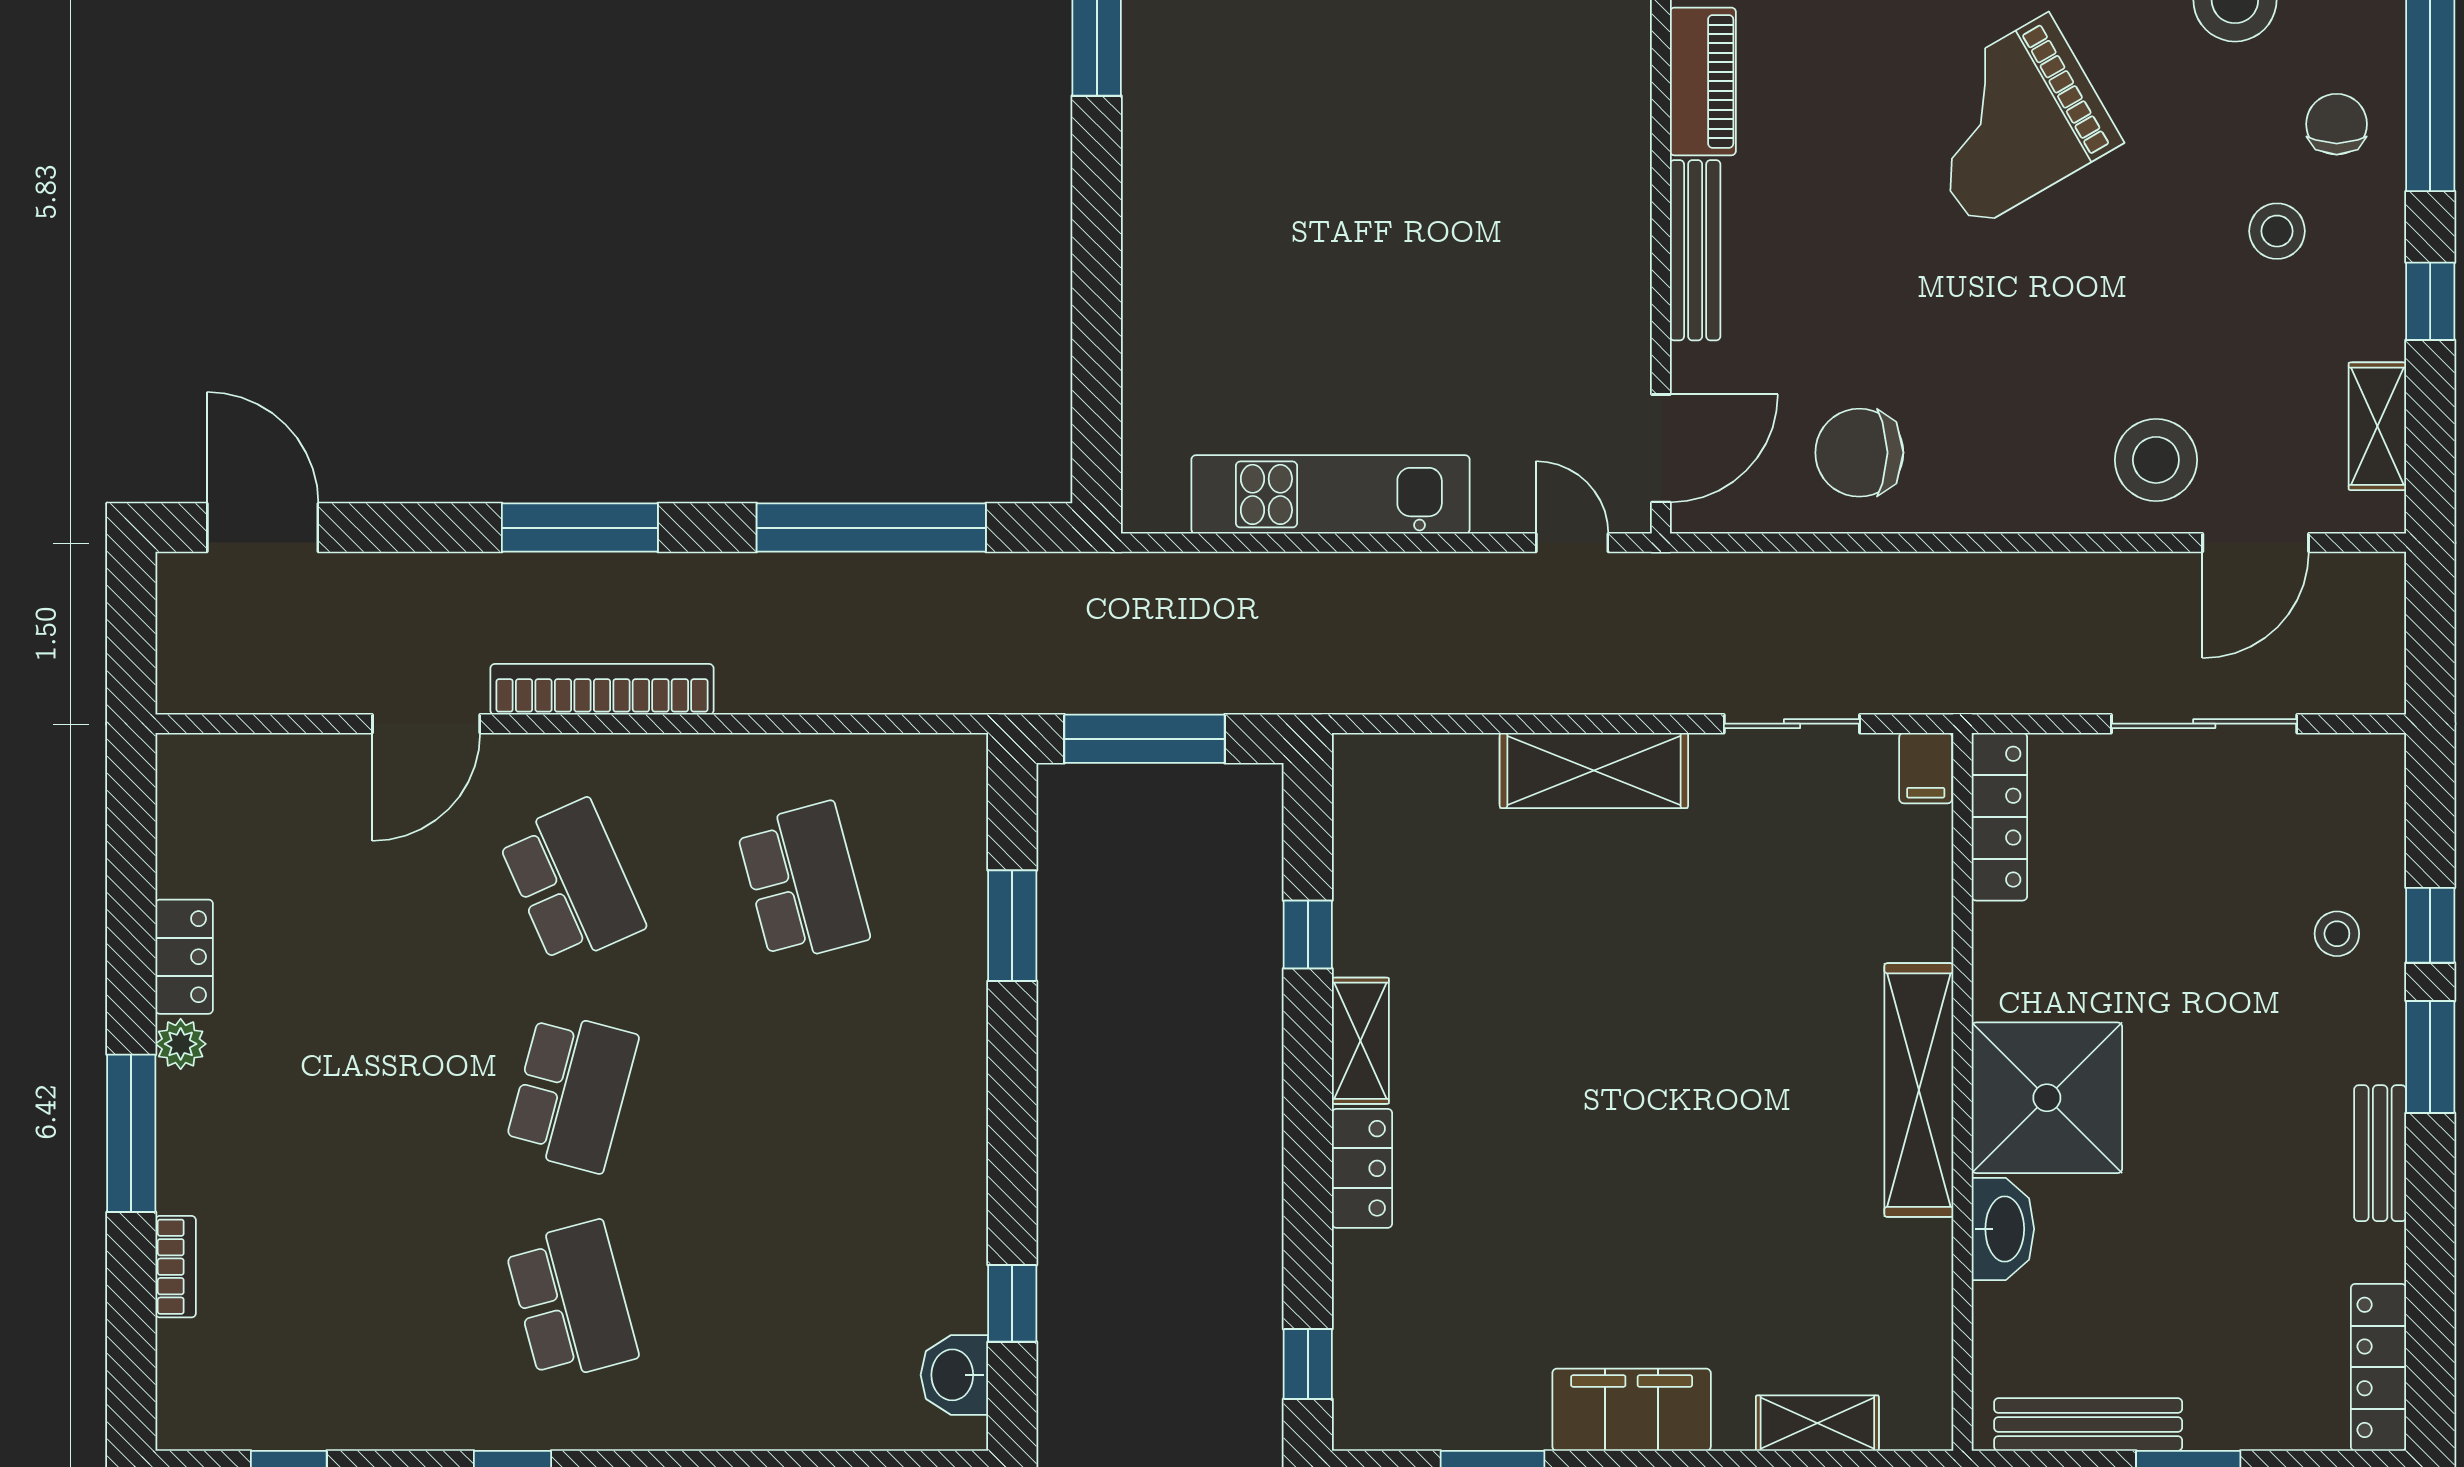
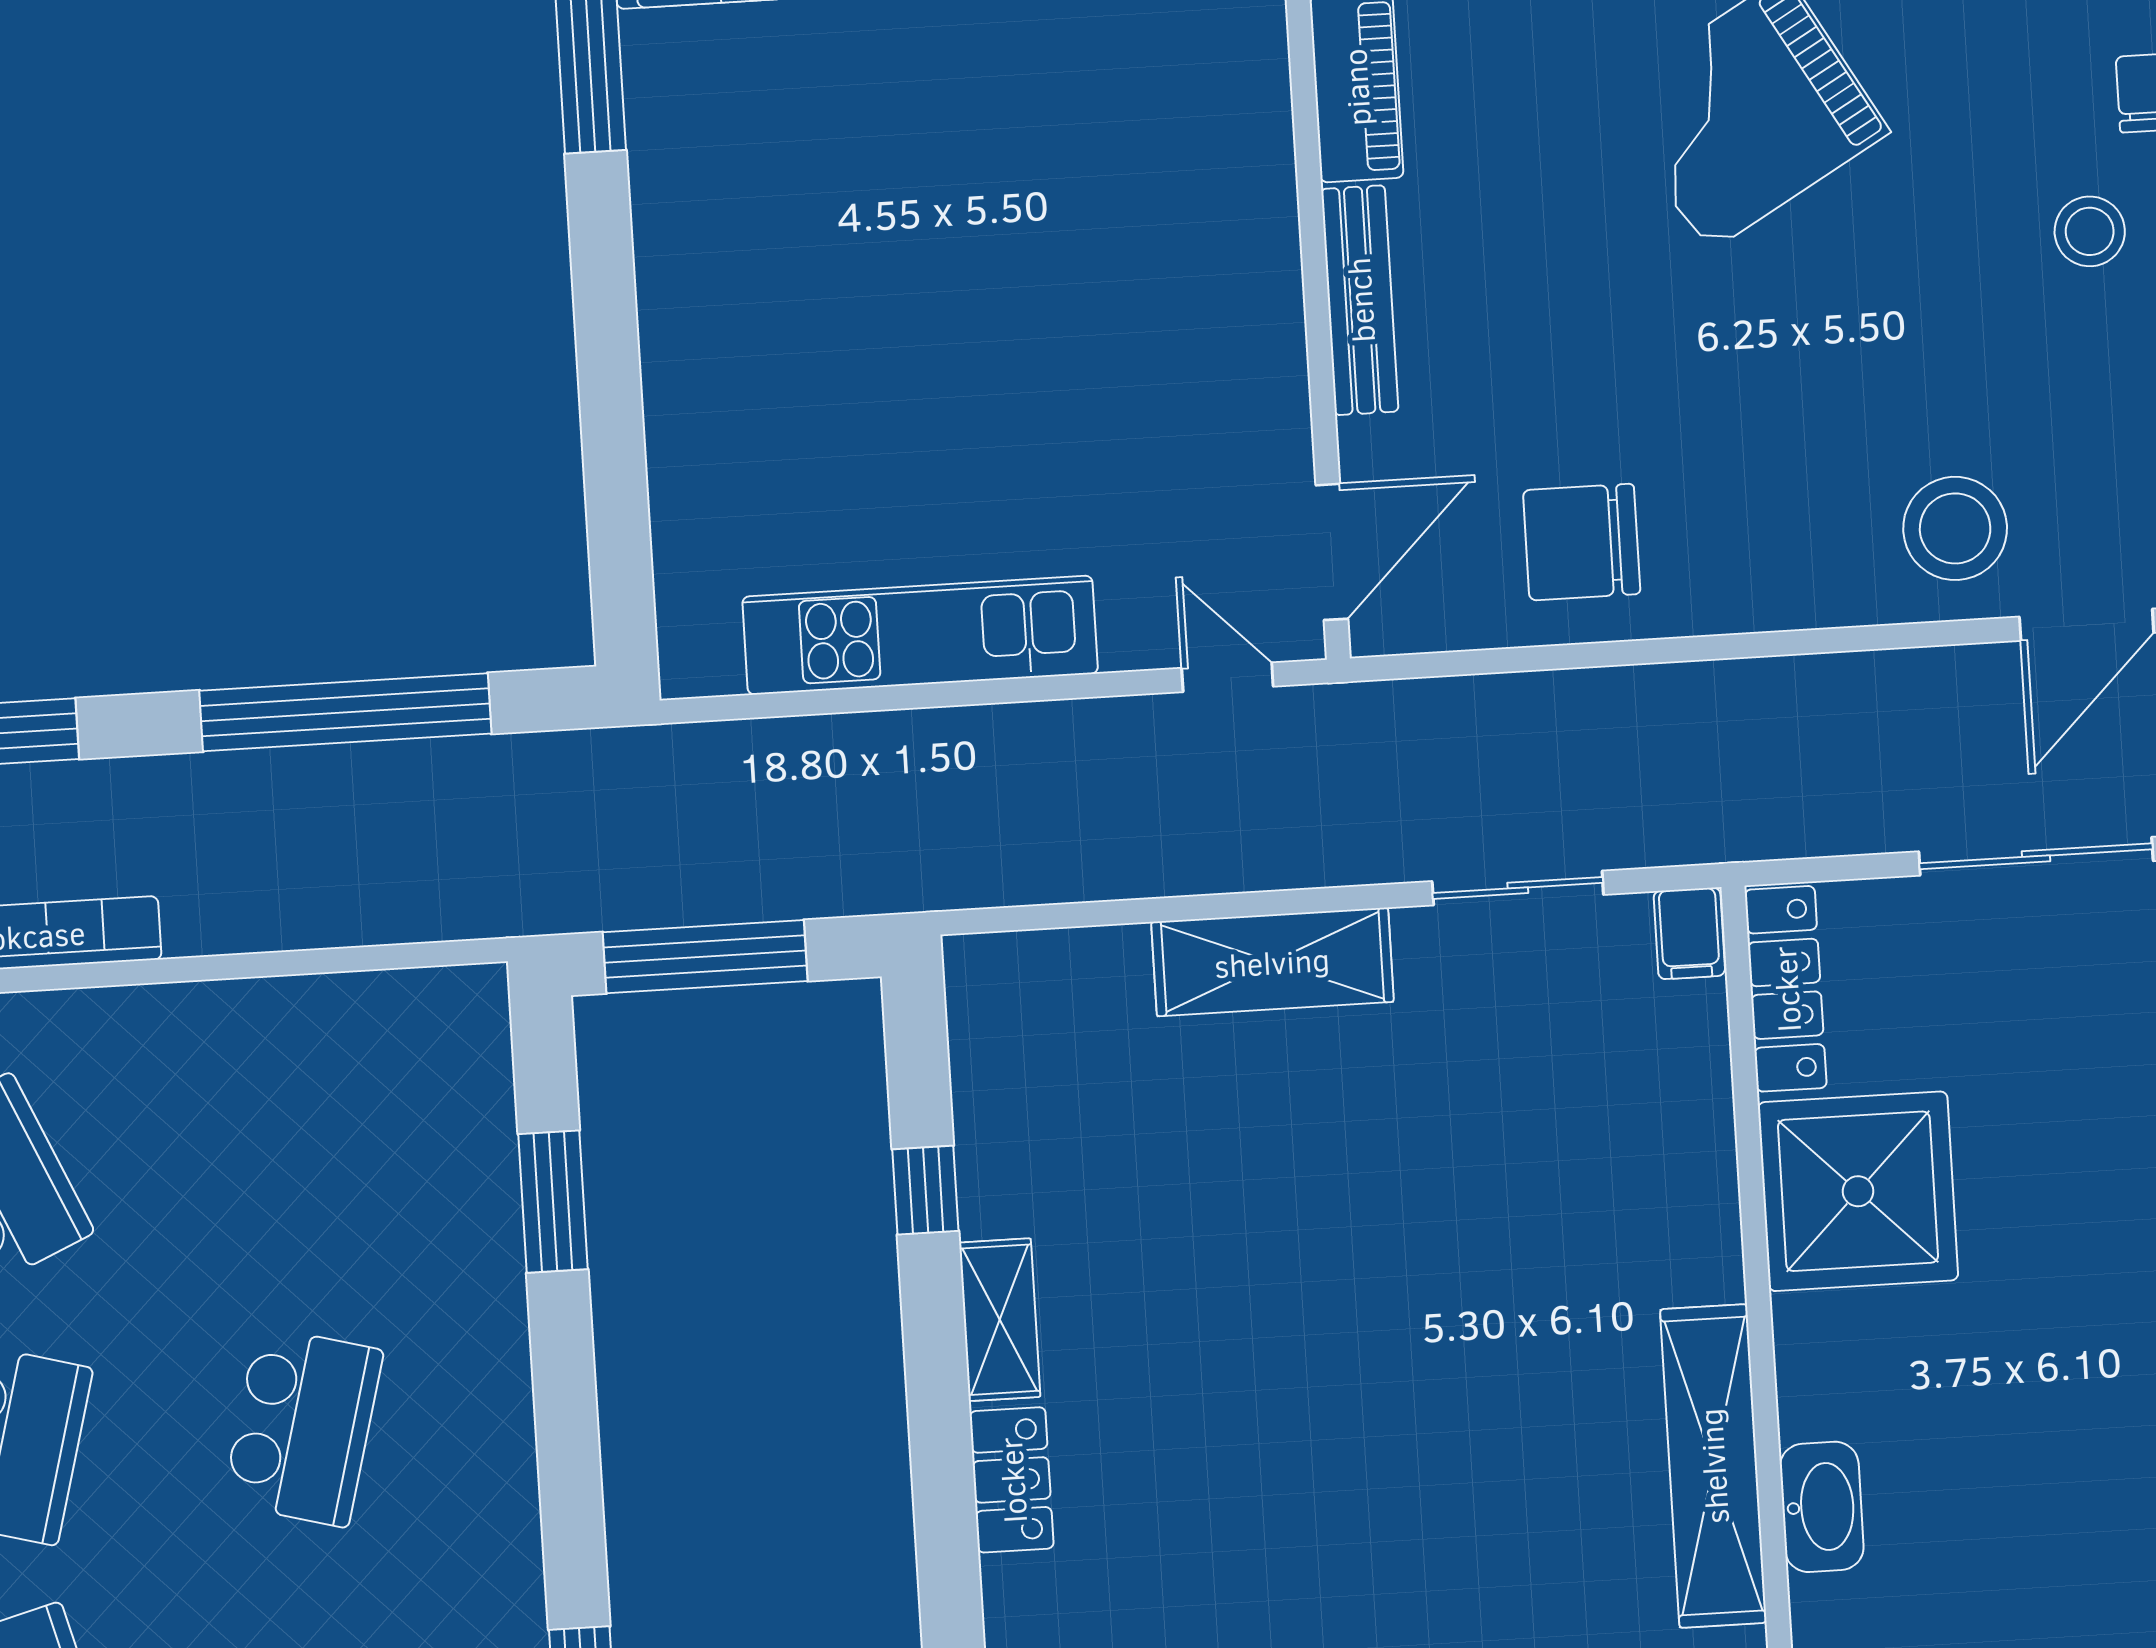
school desk: (803, 882) -> (303, 1427), moved, turned 30
shelving: (1919, 1090) -> (1713, 1466), moved
shower: (2047, 1098) -> (1858, 1191), moved

